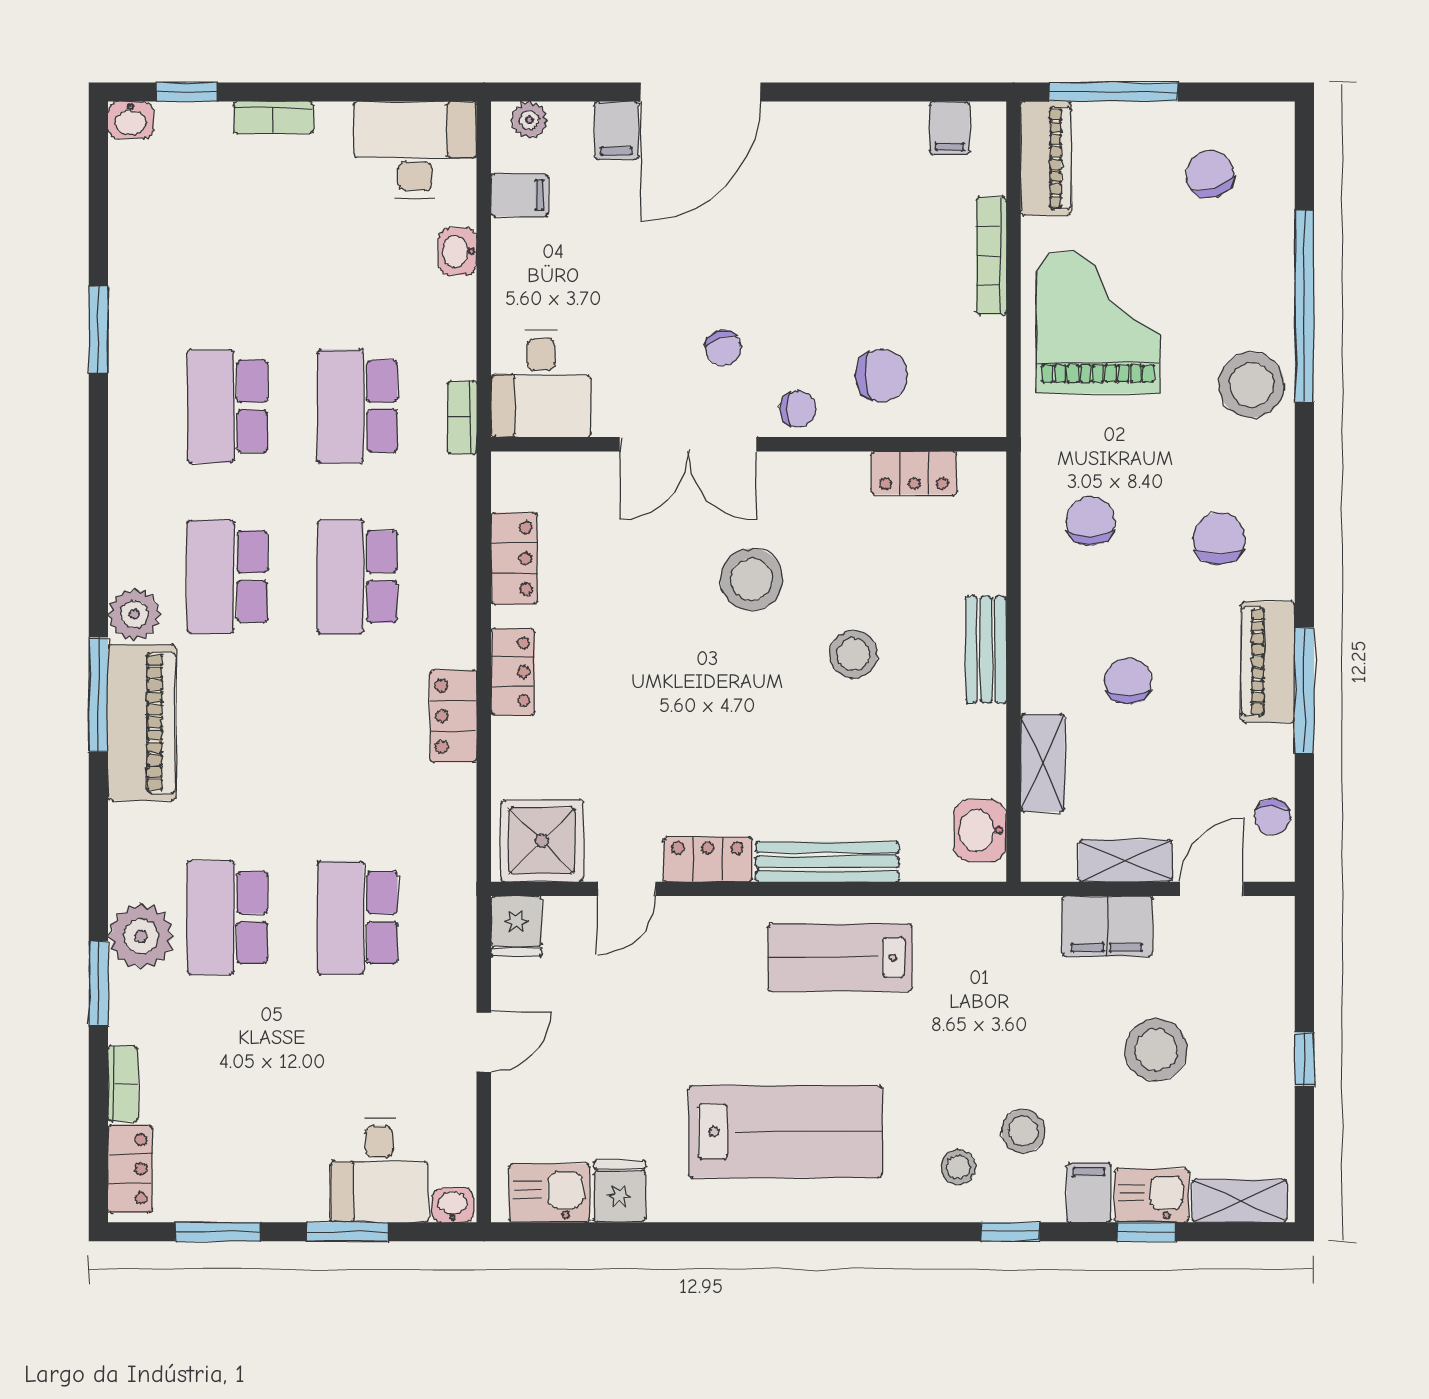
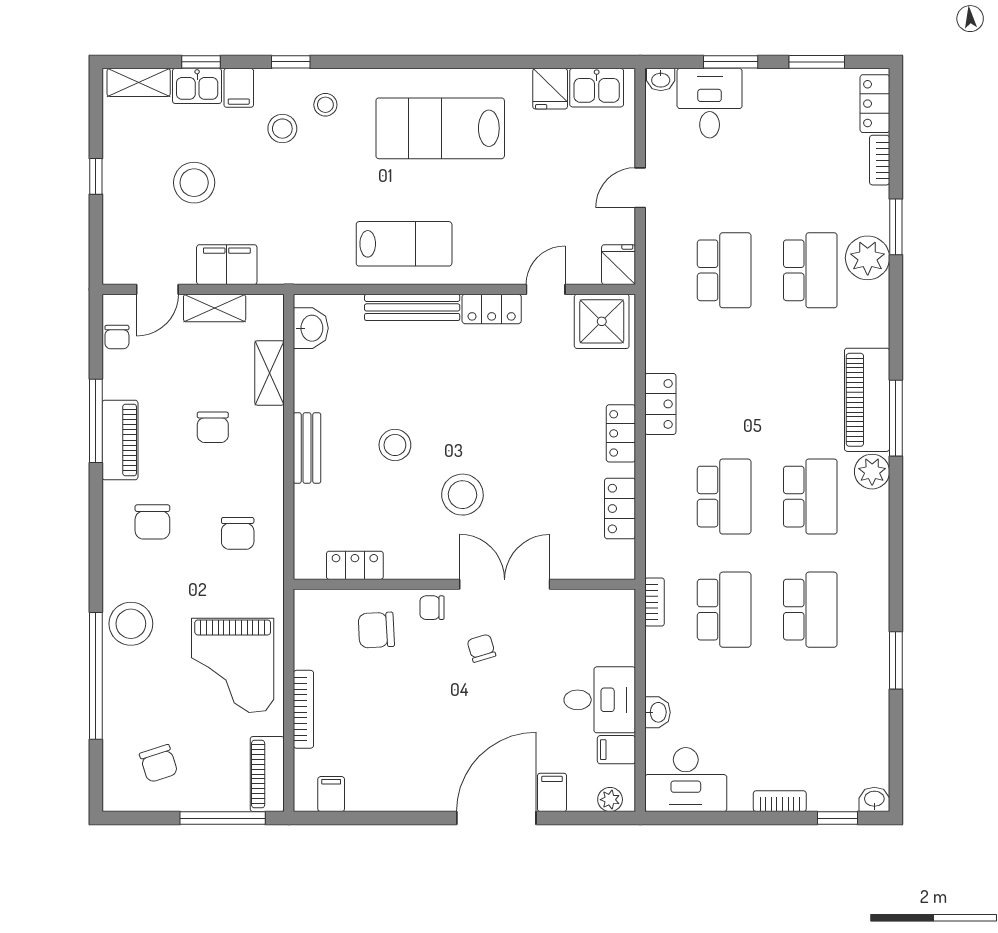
desk: (541, 383) -> (600, 700), moved, turned 90
chair: (1273, 817) -> (117, 337), turned 180

